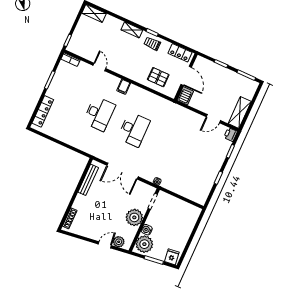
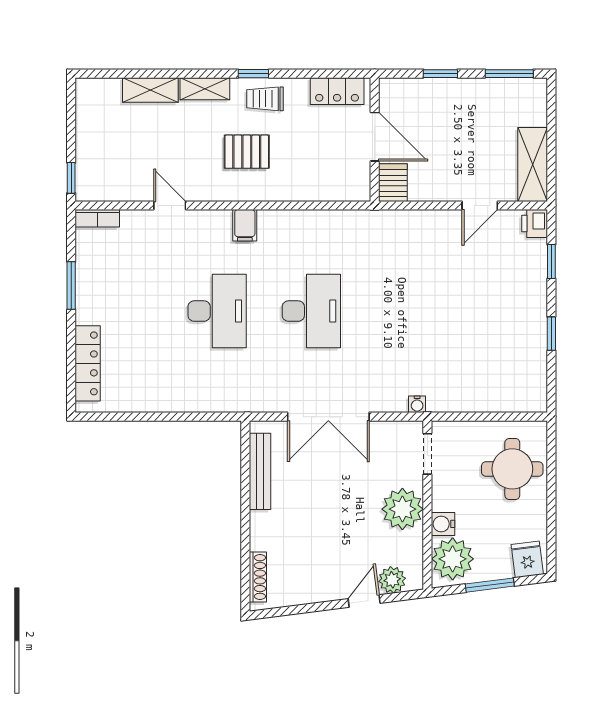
shelving: (94, 13) -> (150, 90), moved
pallet: (158, 77) -> (247, 152), moved
round table: (181, 221) -> (512, 469), added

